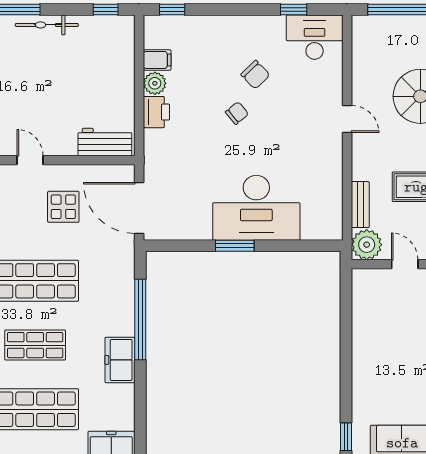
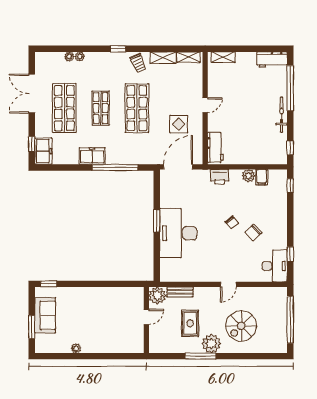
printer: (156, 112) -> (220, 177), moved

